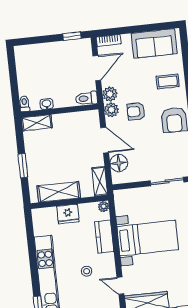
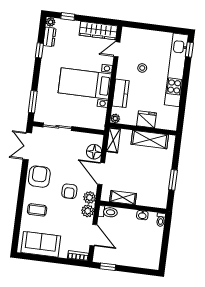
door: (97, 68) -> (93, 235), swing flipped
armchair: (136, 111) -> (69, 191), turned 90
shelving: (37, 123) -> (123, 198), moved
window: (23, 166) -> (173, 180), moved
door: (120, 286) -> (117, 49), swing flipped

